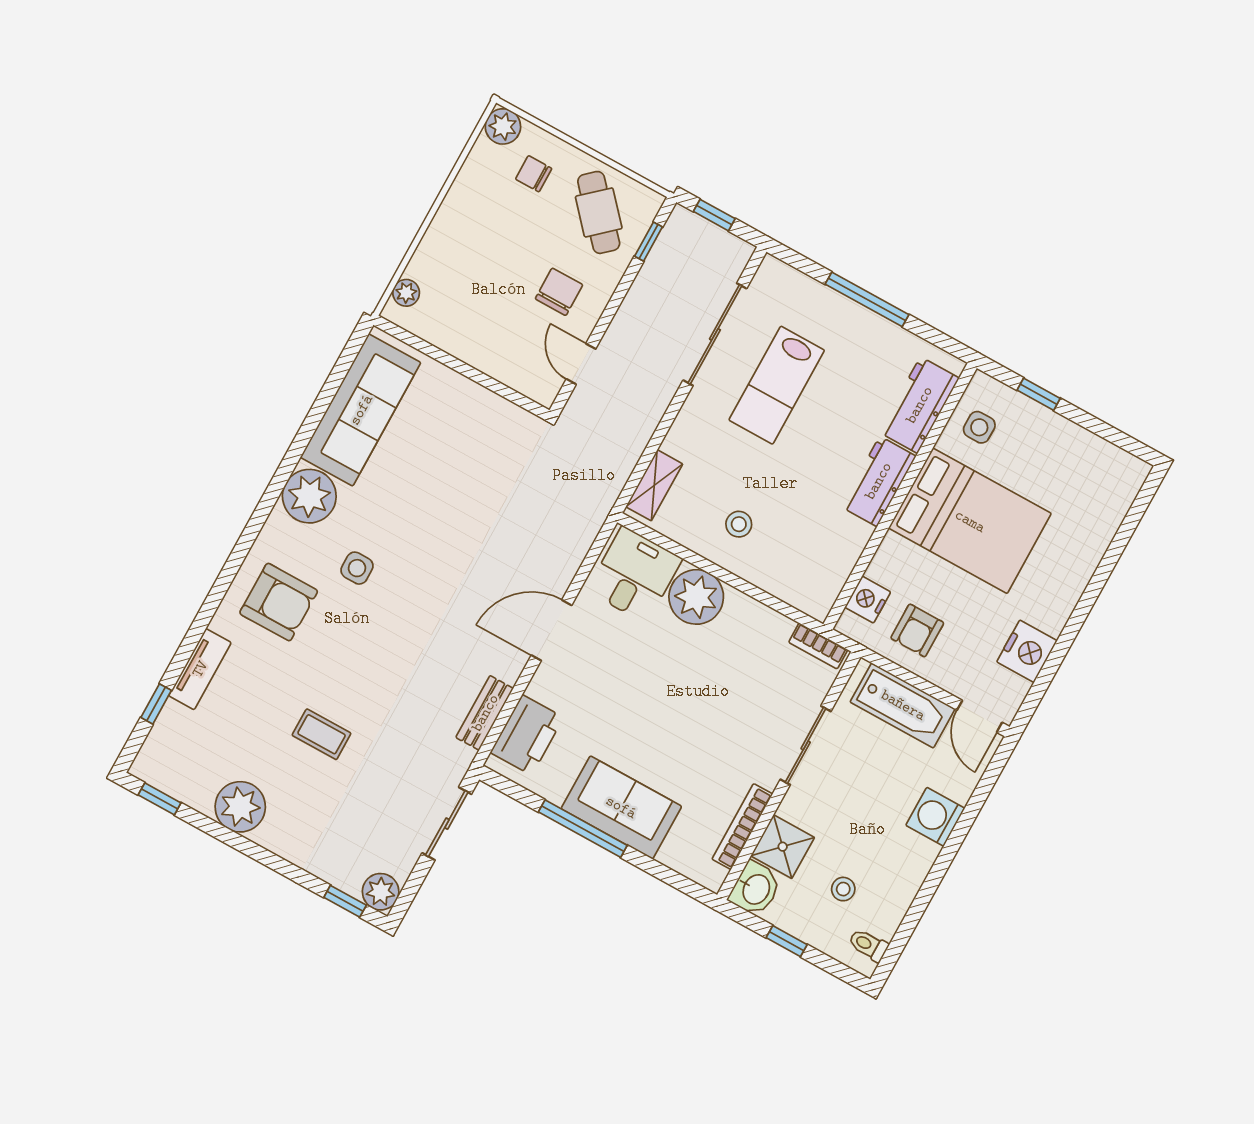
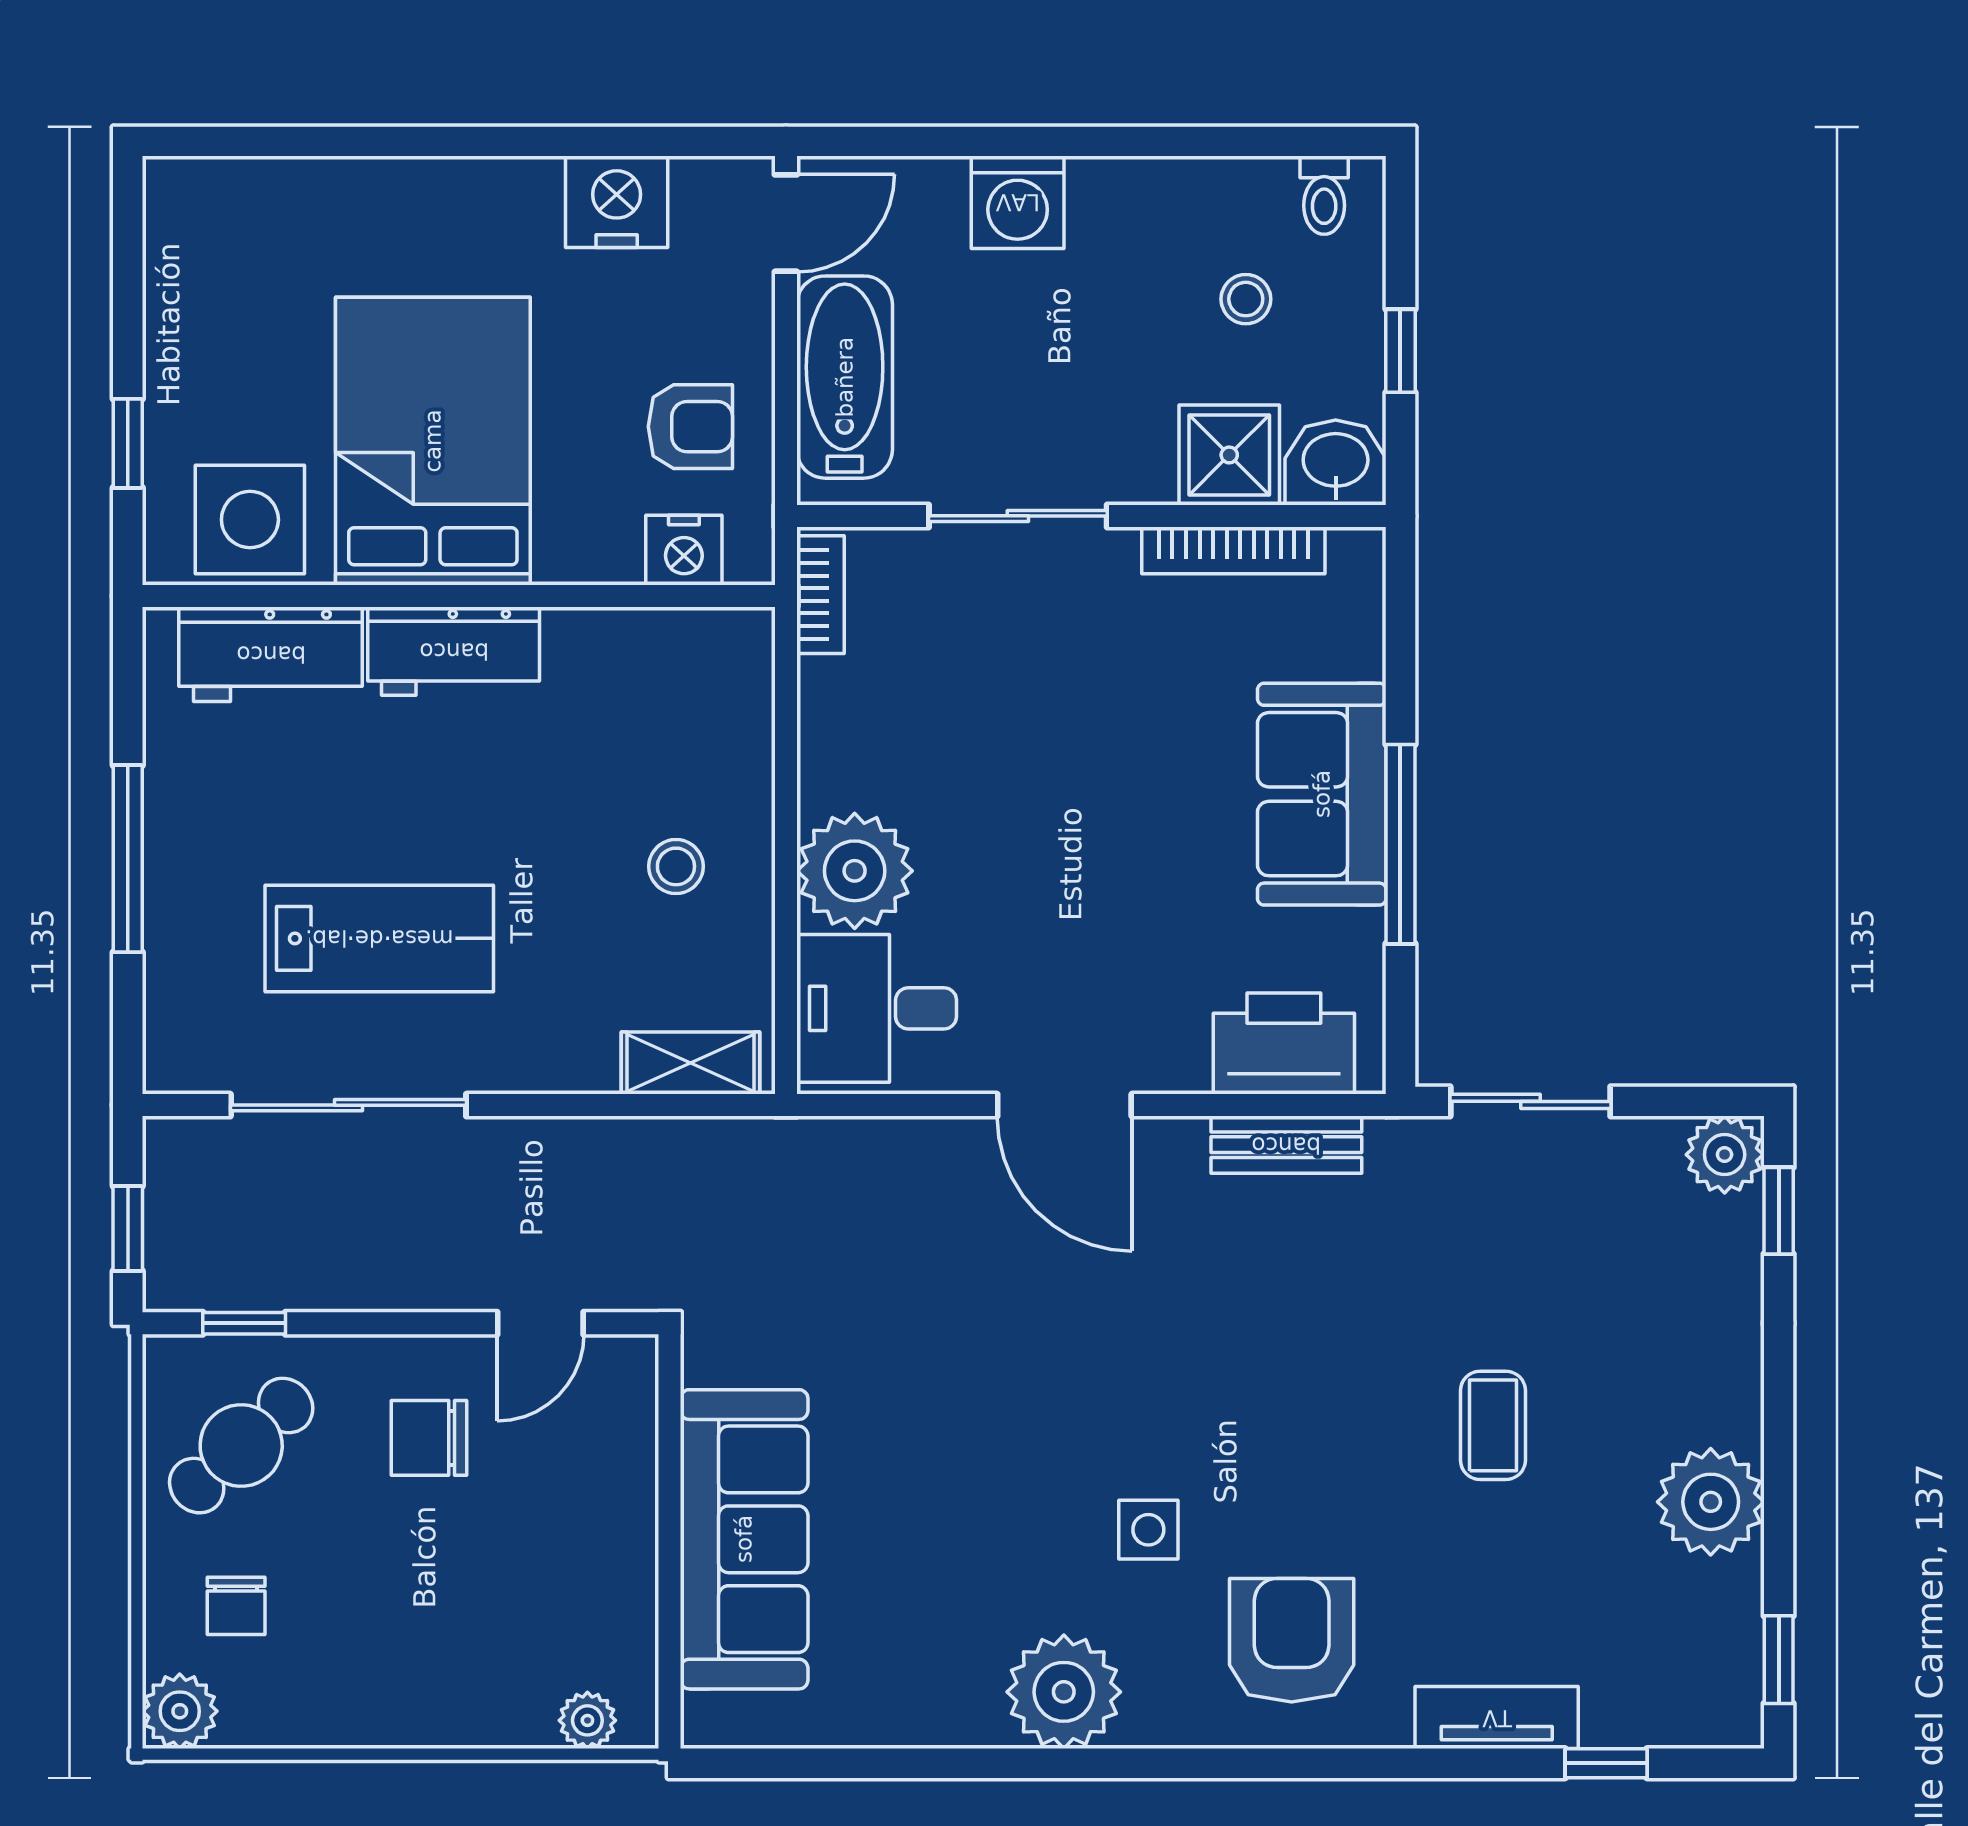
sofa: (361, 410) -> (744, 1539), moved, turned 90
side table: (979, 427) -> (250, 520), width x1.87, depth x1.87

